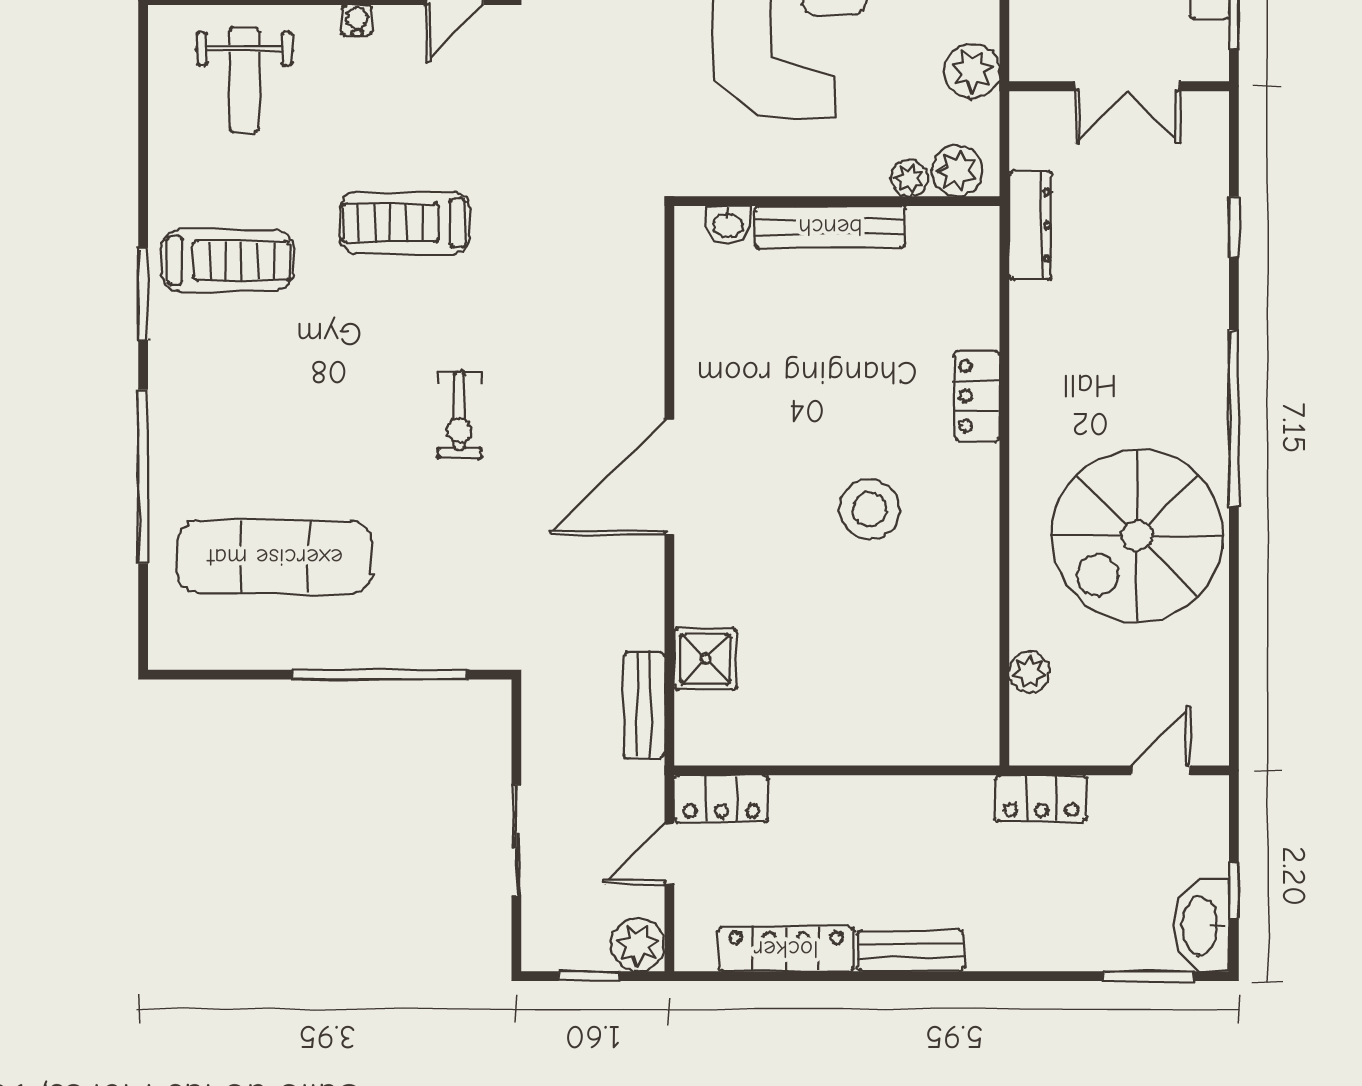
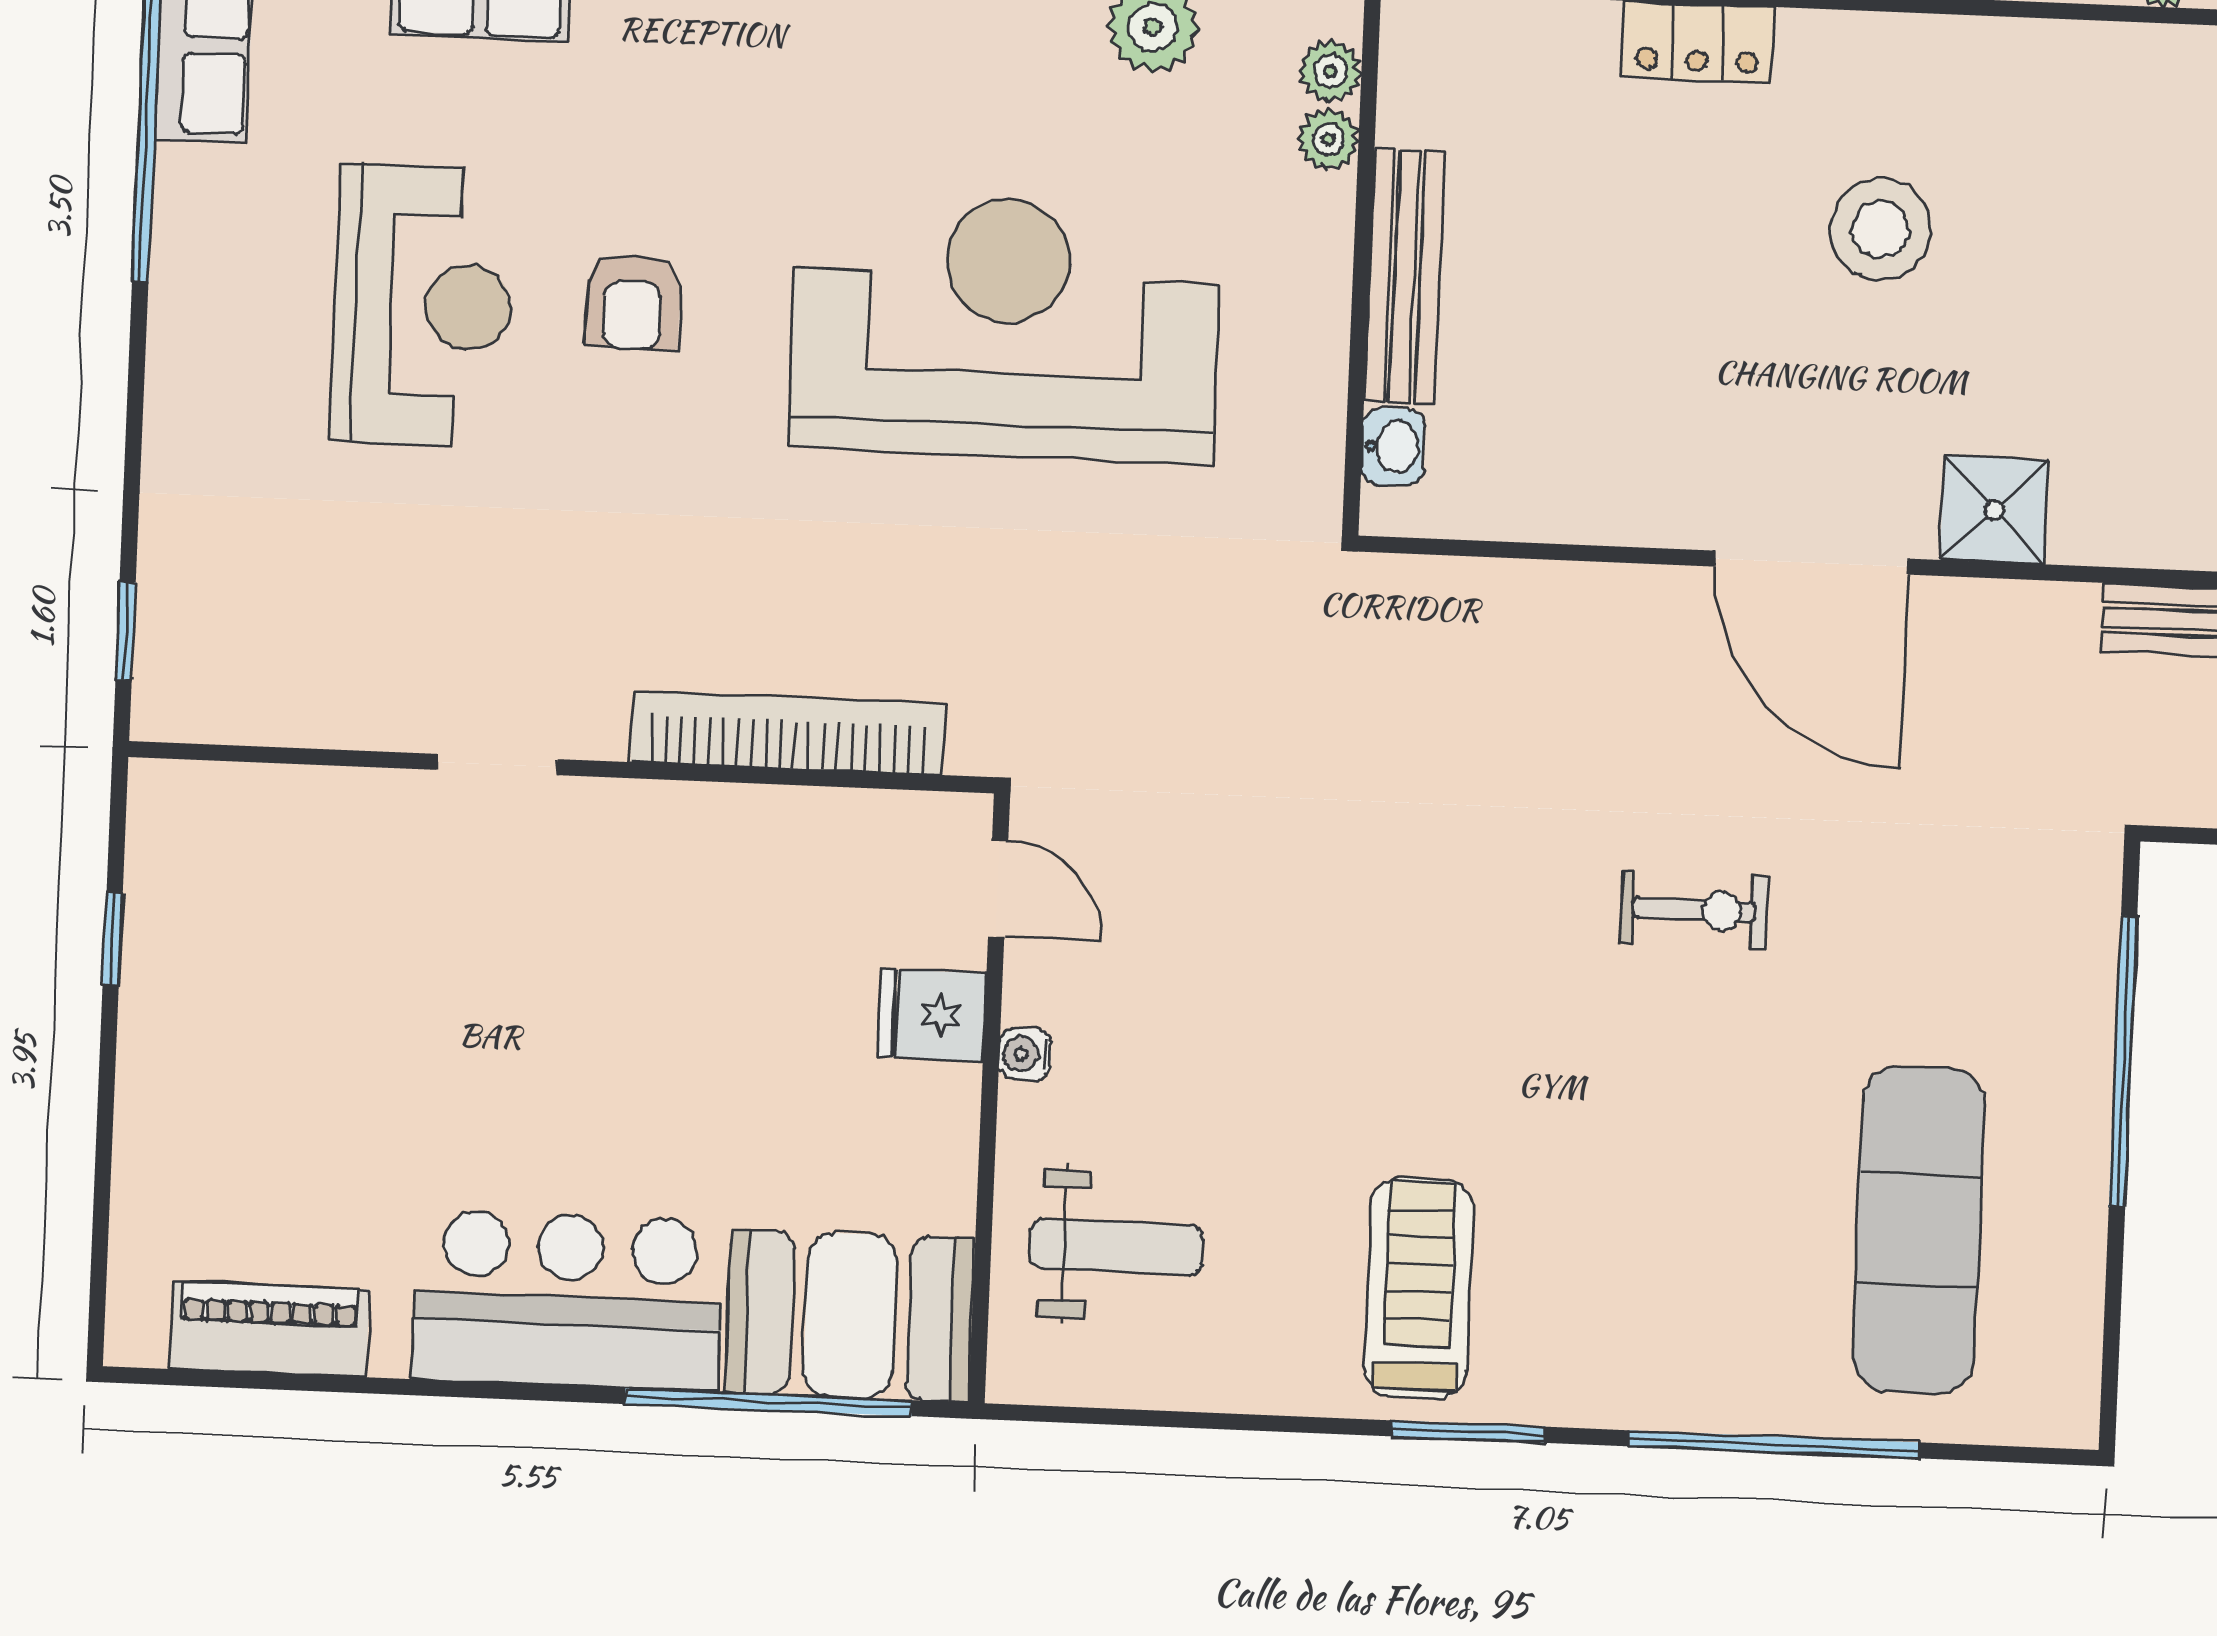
plant: (957, 171) -> (1330, 71), width x0.73, depth x0.73
treadmill: (405, 223) -> (1368, 988), removed
shower: (705, 659) -> (1994, 510), moved

